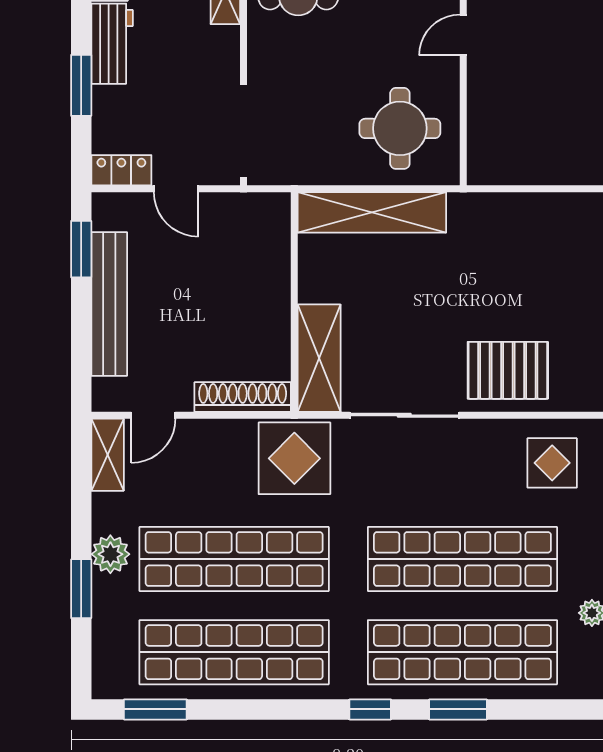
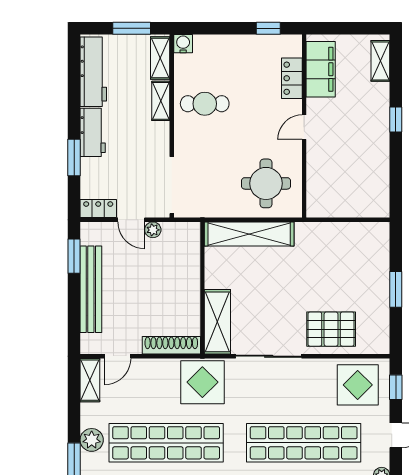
plant: (212, 205) -> (153, 230), added
display table: (552, 463) -> (358, 385), width x1.36, depth x1.36

